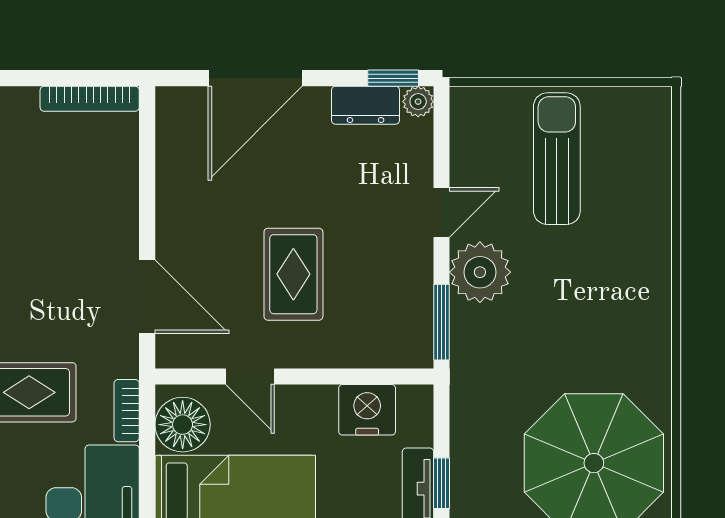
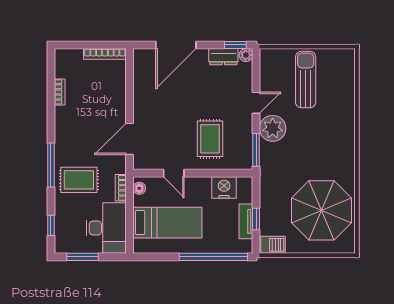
rug: (293, 274) -> (210, 139), moved
door: (147, 297) -> (130, 139), swing flipped
floor lamp: (183, 425) -> (139, 188), width x0.53, depth x0.53

